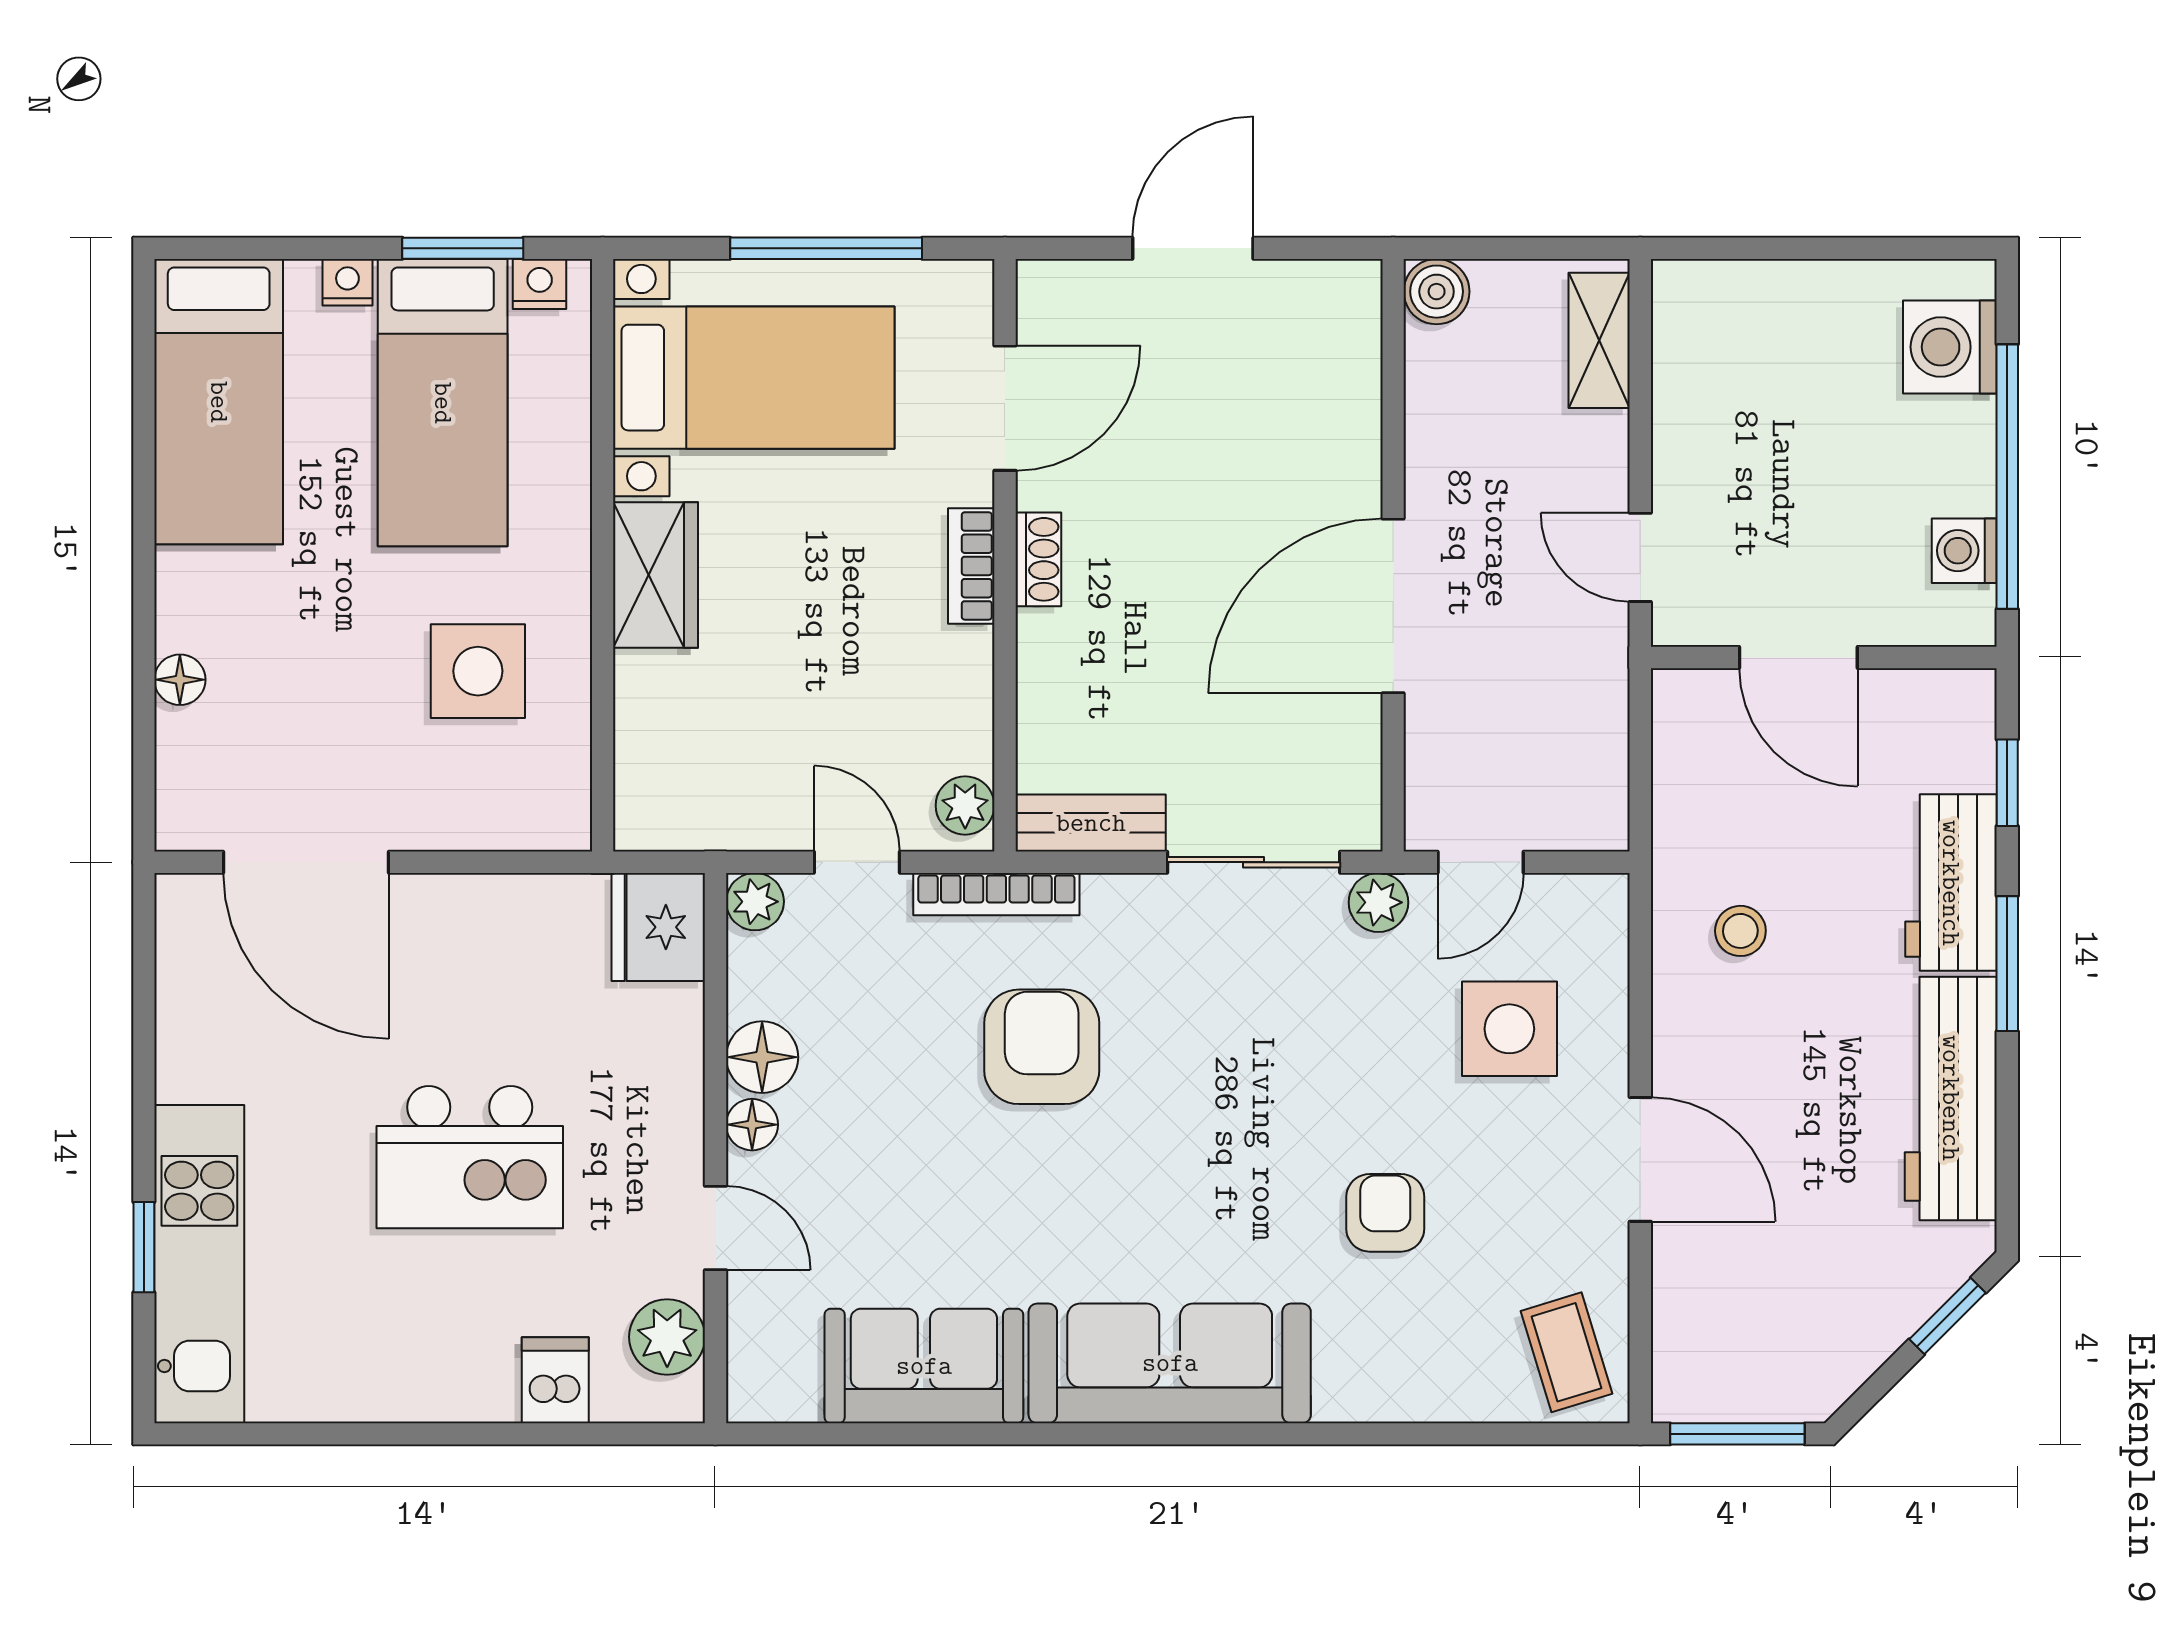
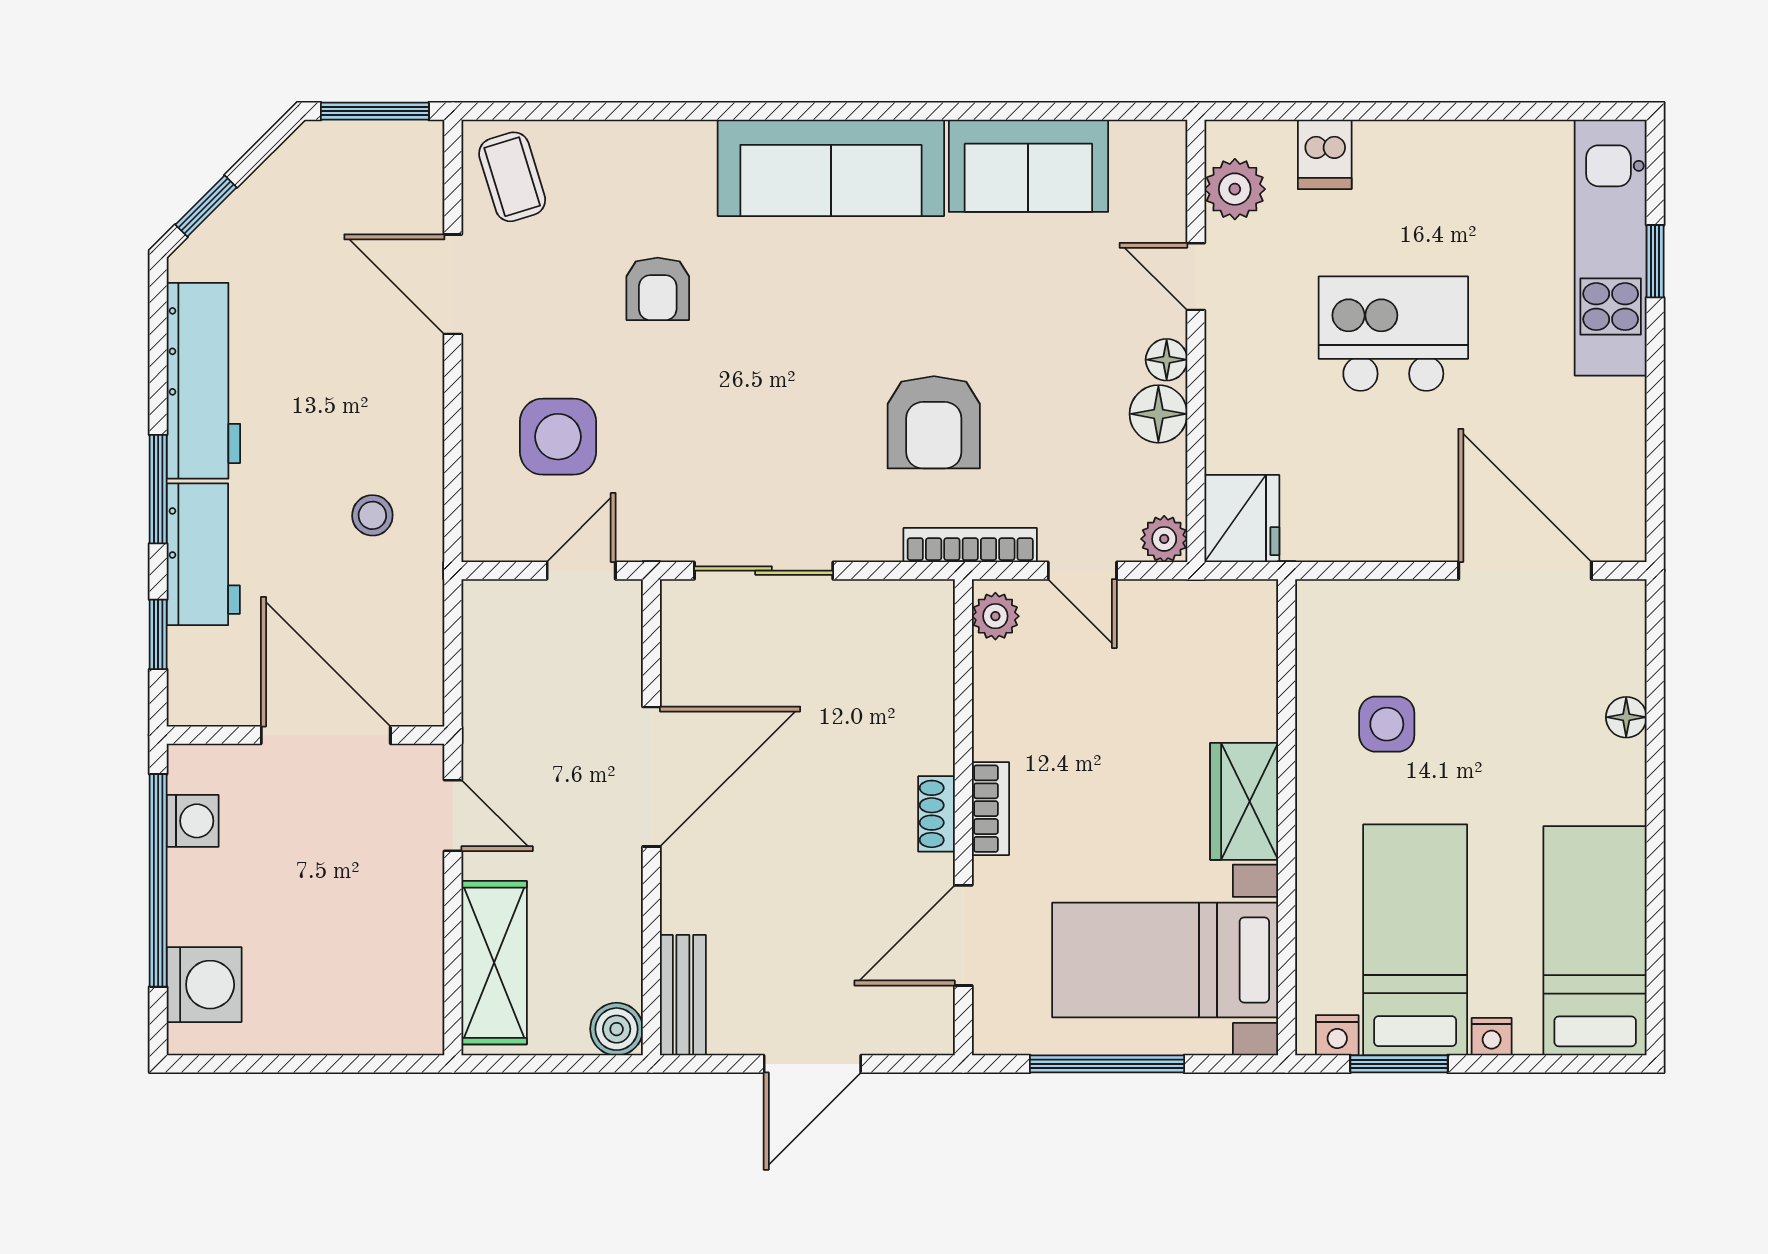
shelving: (1599, 340) -> (494, 963), width x1.50, depth x1.33
door: (1798, 658) -> (326, 735), width x1.36
side table: (478, 671) -> (1387, 724), width x0.73, depth x0.73
bench: (1091, 823) -> (683, 995), moved, turned 90
plant: (1378, 902) -> (663, 538), removed
door: (1640, 1159) -> (453, 284), moved

